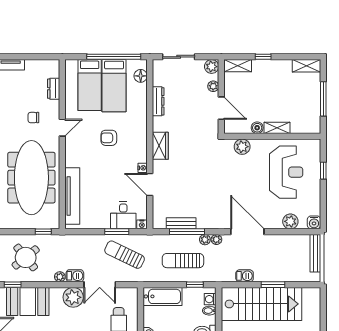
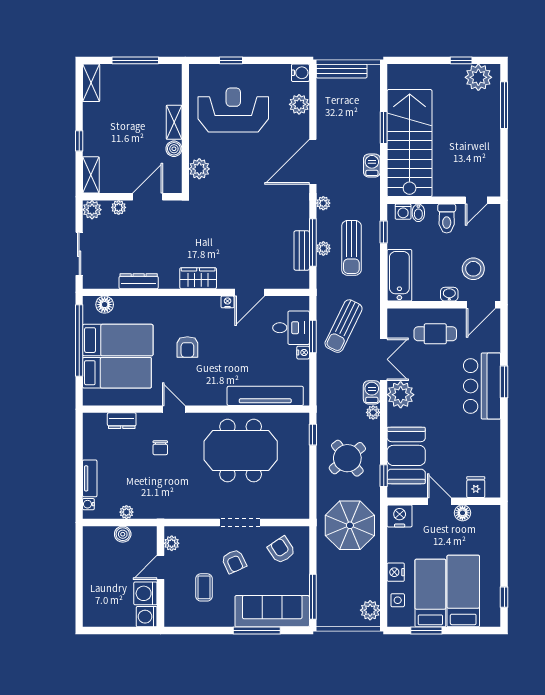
meeting table: (31, 178) -> (241, 451), width x0.73
nightstand: (142, 224) -> (303, 353), moved
plant: (205, 240) -> (323, 248), moved

